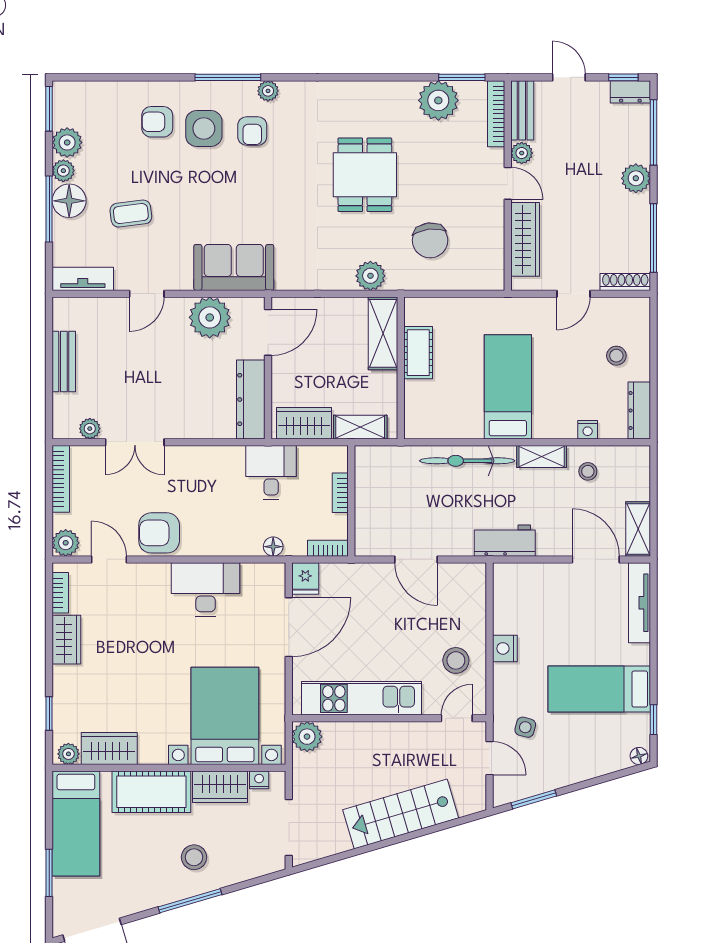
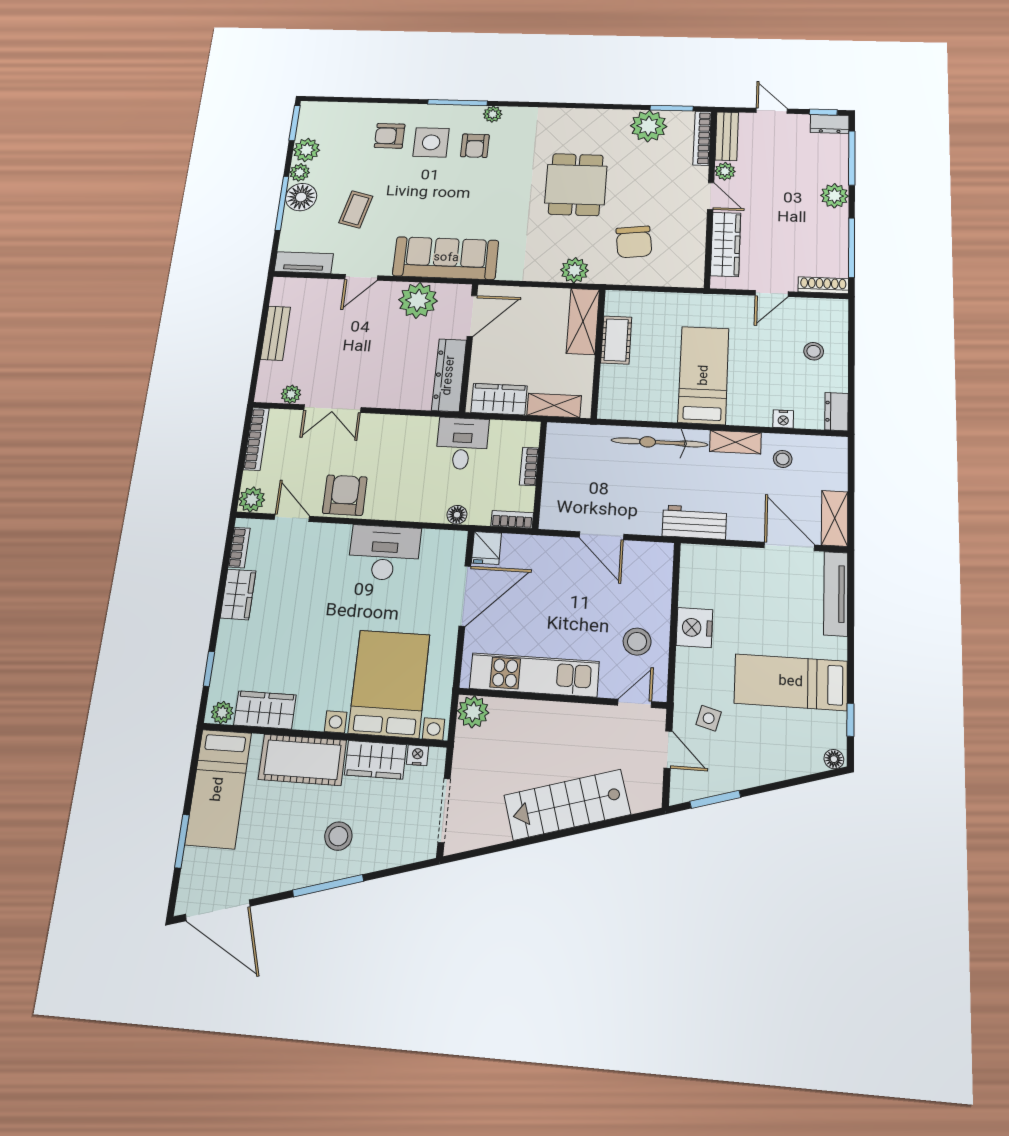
coffee table: (131, 214) -> (356, 209), turned -69
sofa: (234, 267) -> (446, 258), width x1.36
dresser: (639, 410) -> (836, 412), width x0.70
armchair: (159, 533) -> (345, 495), turned 90
nightstand: (505, 648) -> (694, 628), width x1.36, depth x1.33

